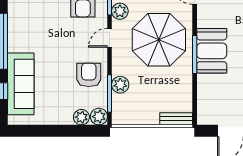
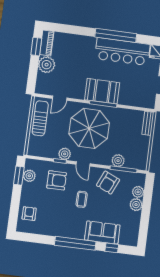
coffee table: (62, 42) -> (82, 199), added
armchair: (89, 75) -> (108, 183), turned -66
sofa: (21, 84) -> (102, 232), width x0.73
plant: (99, 117) -> (136, 205), moved

